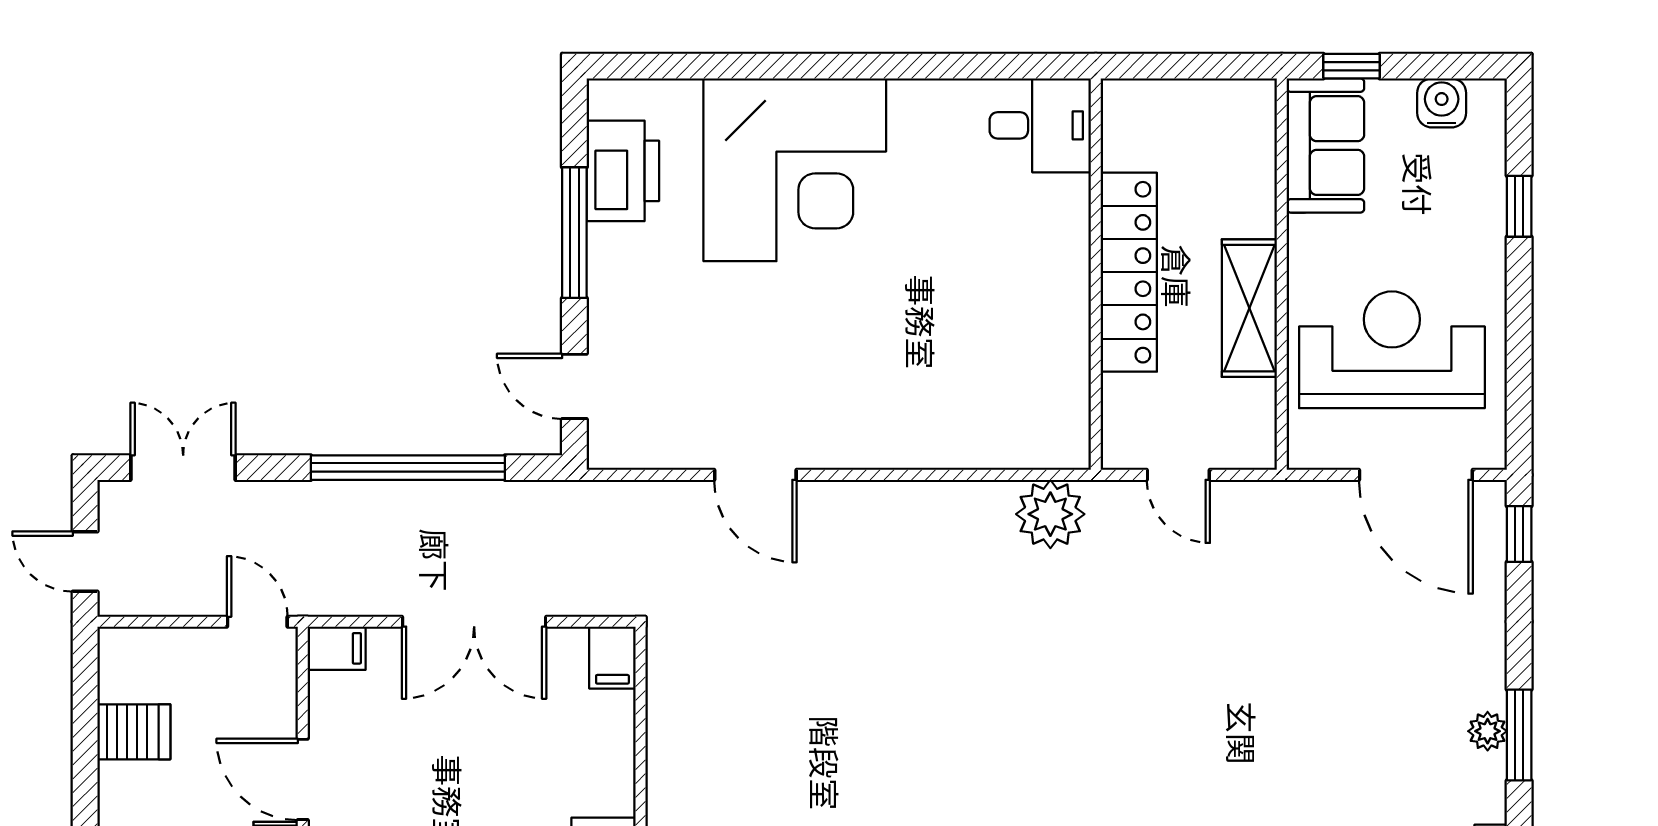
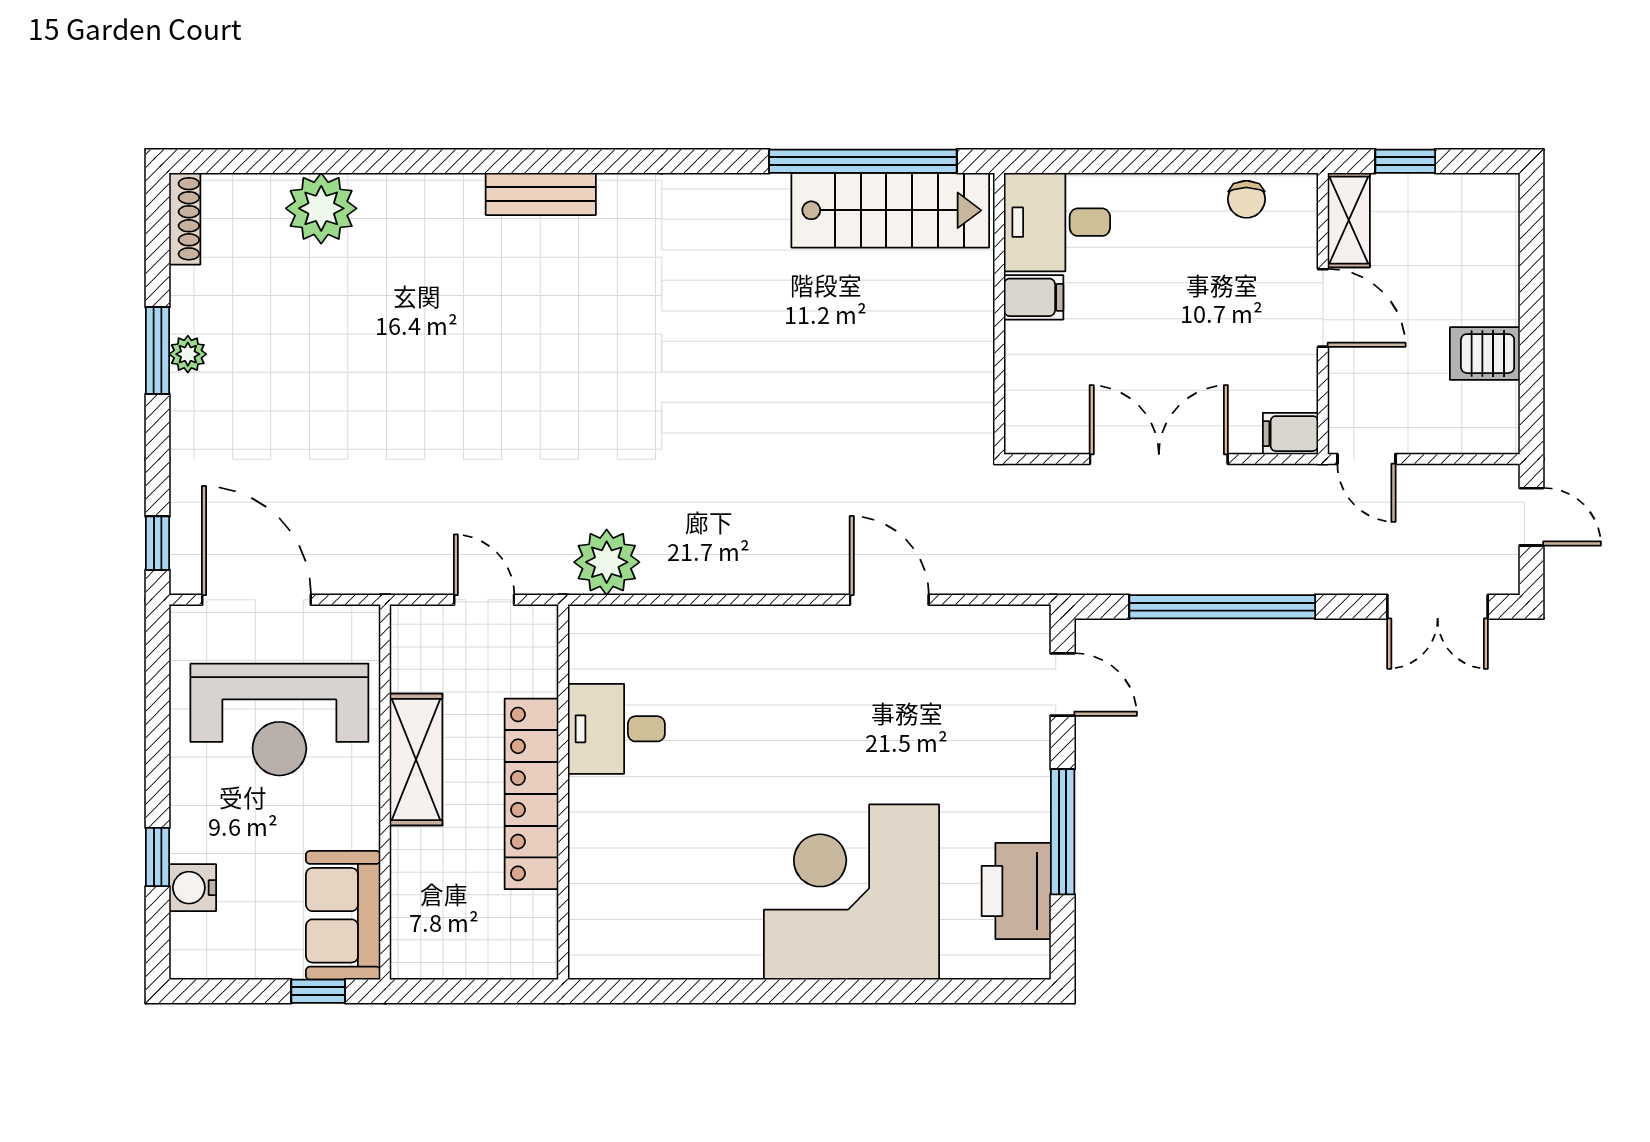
water cooler: (1442, 103) -> (193, 888), moved, turned 90
desk: (1040, 125) -> (616, 729), moved
filing cabinet: (612, 658) -> (1034, 297), moved, turned 90

